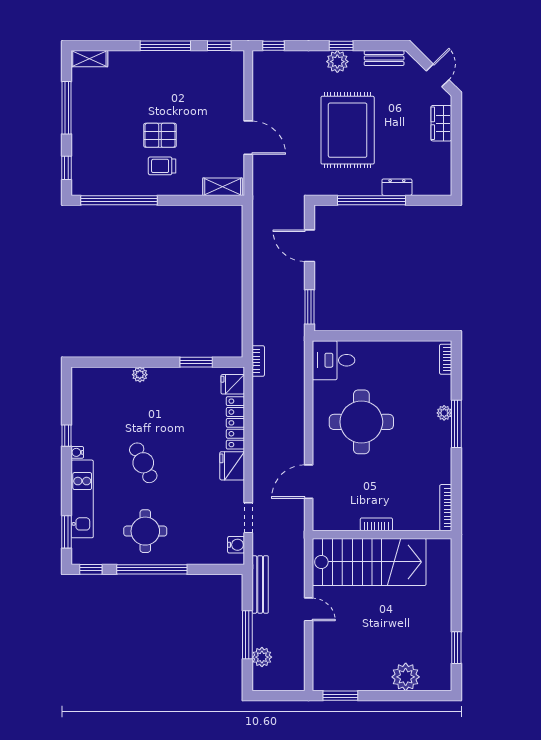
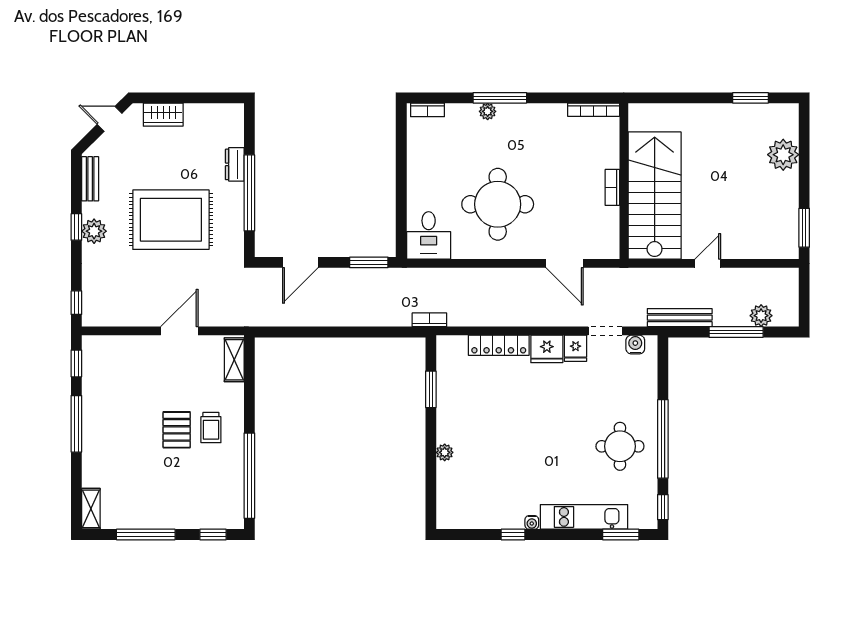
fridge: (233, 384) -> (576, 348), moved
cafe table: (143, 463) -> (543, 449), removed

